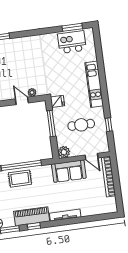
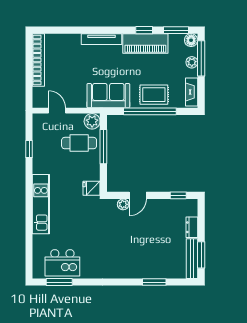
door: (22, 101) -> (138, 195), hinge flipped
window: (51, 123) -> (103, 147), moved
cafe table: (81, 125) -> (79, 143), moved
sofa: (69, 171) -> (108, 96), moved
bookcase: (108, 177) -> (38, 60), moved

